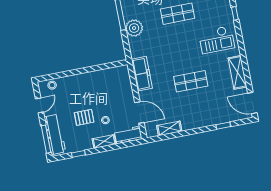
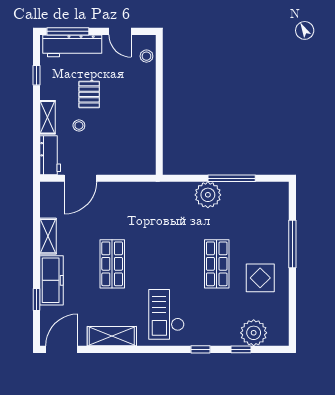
freezer: (142, 74) -> (52, 280), moved, turned -90
shelving: (169, 128) -> (48, 236), moved

